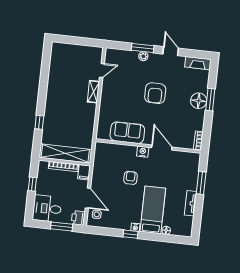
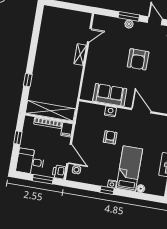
nightstand: (143, 152) -> (110, 111), moved

